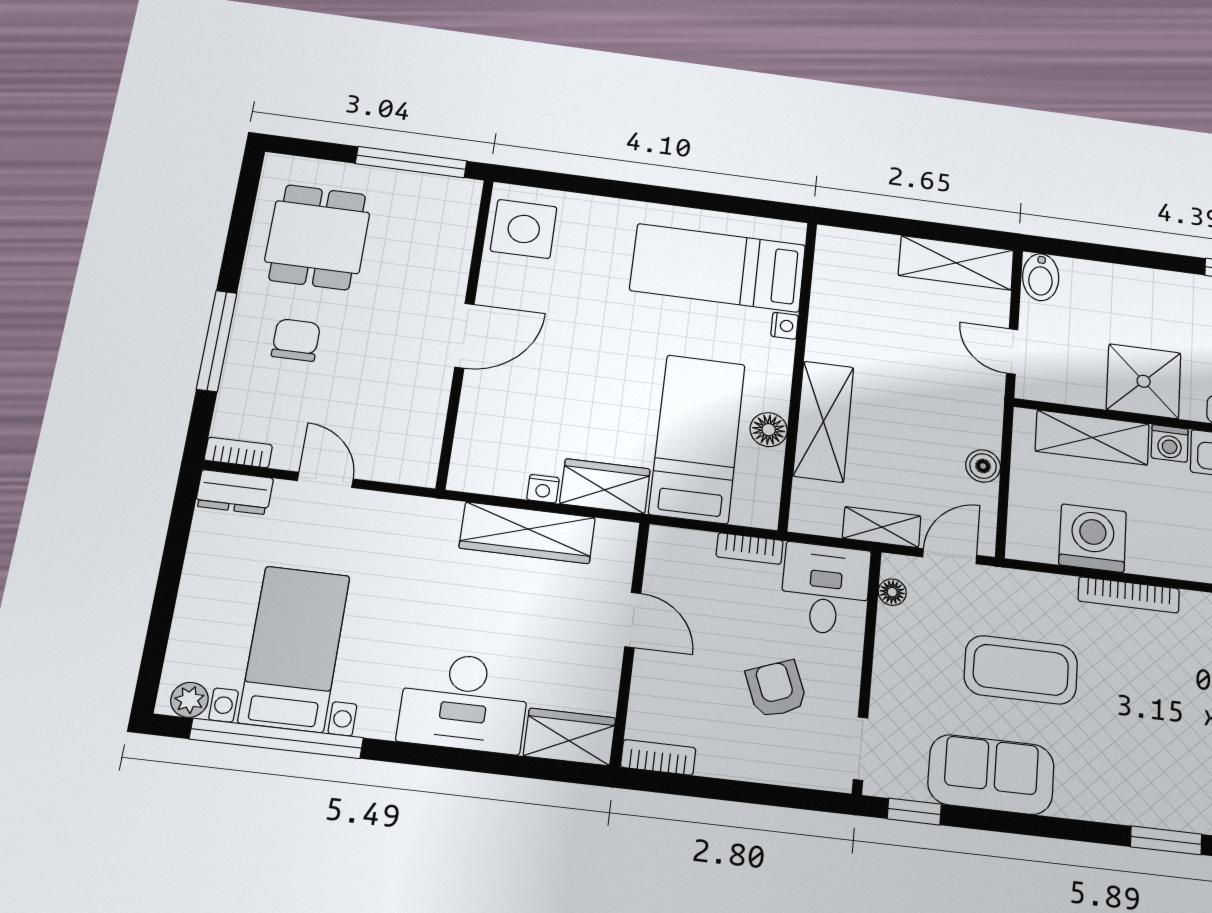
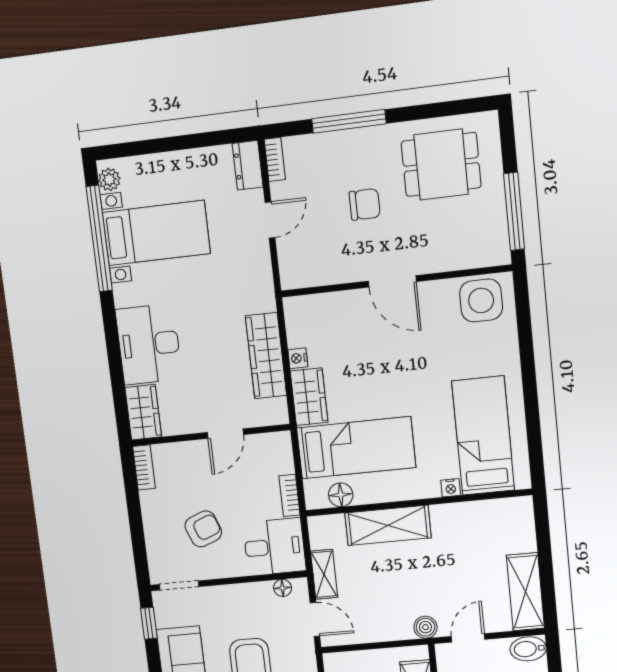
chair: (296, 340) -> (365, 204), moved
floor lamp: (769, 430) -> (341, 495), moved
boiler: (983, 466) -> (425, 627), moved

